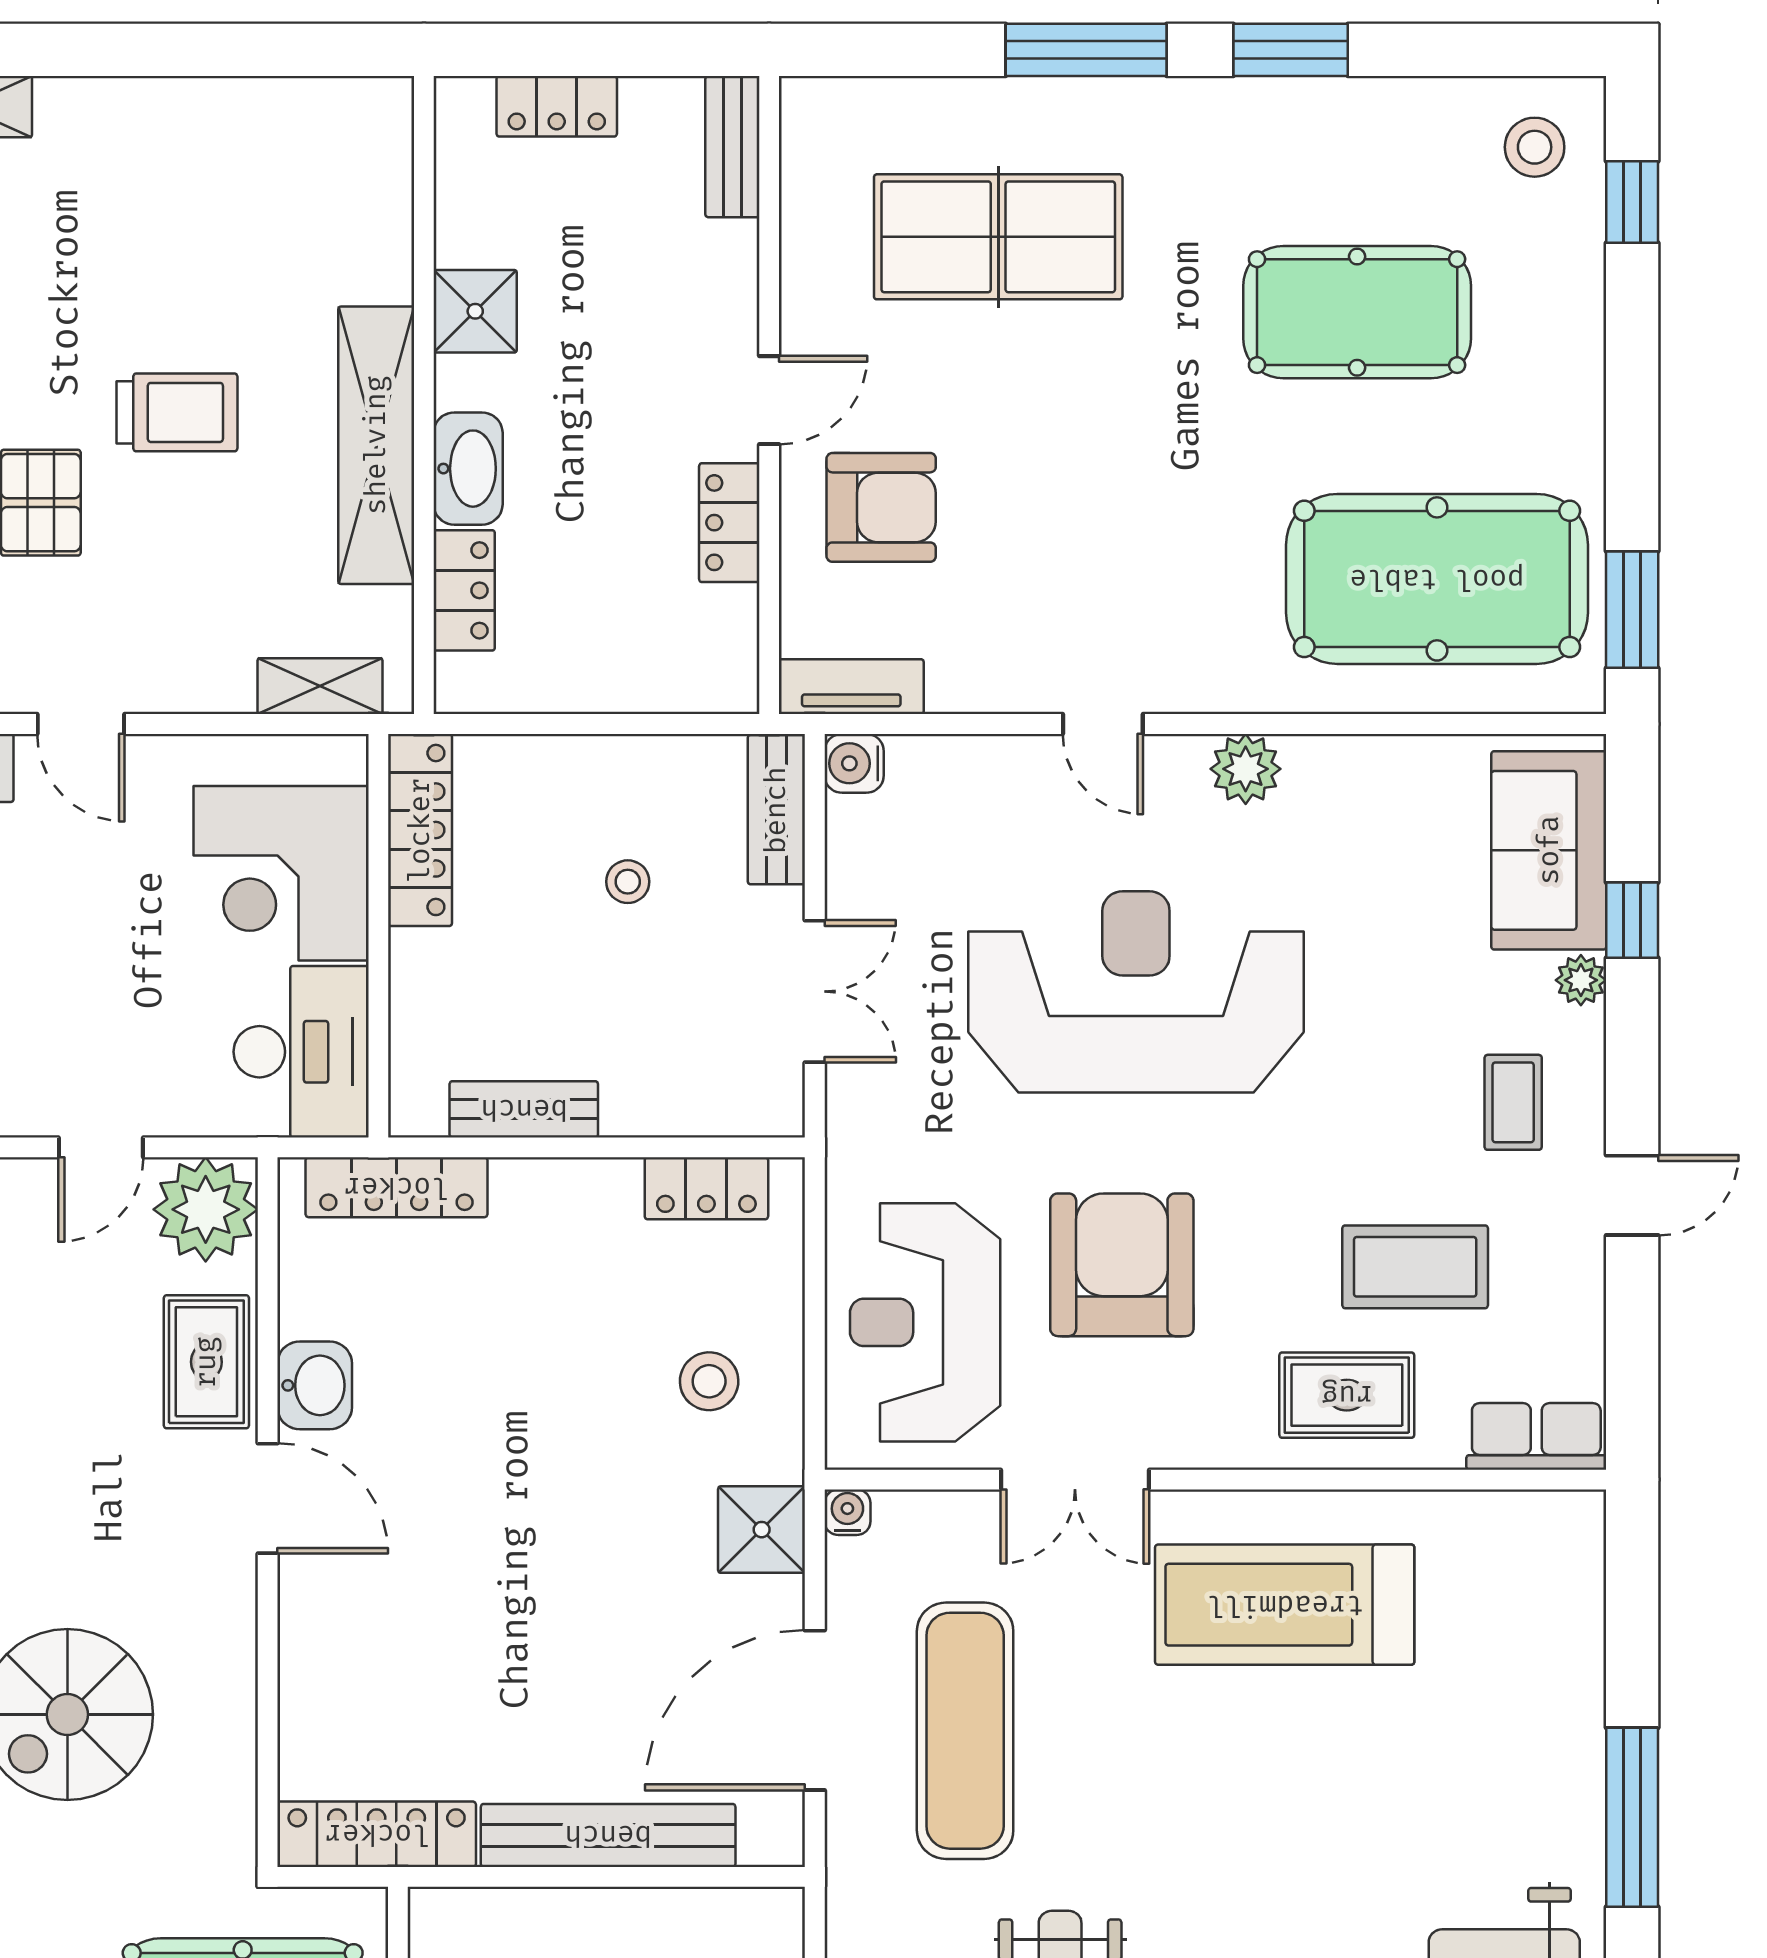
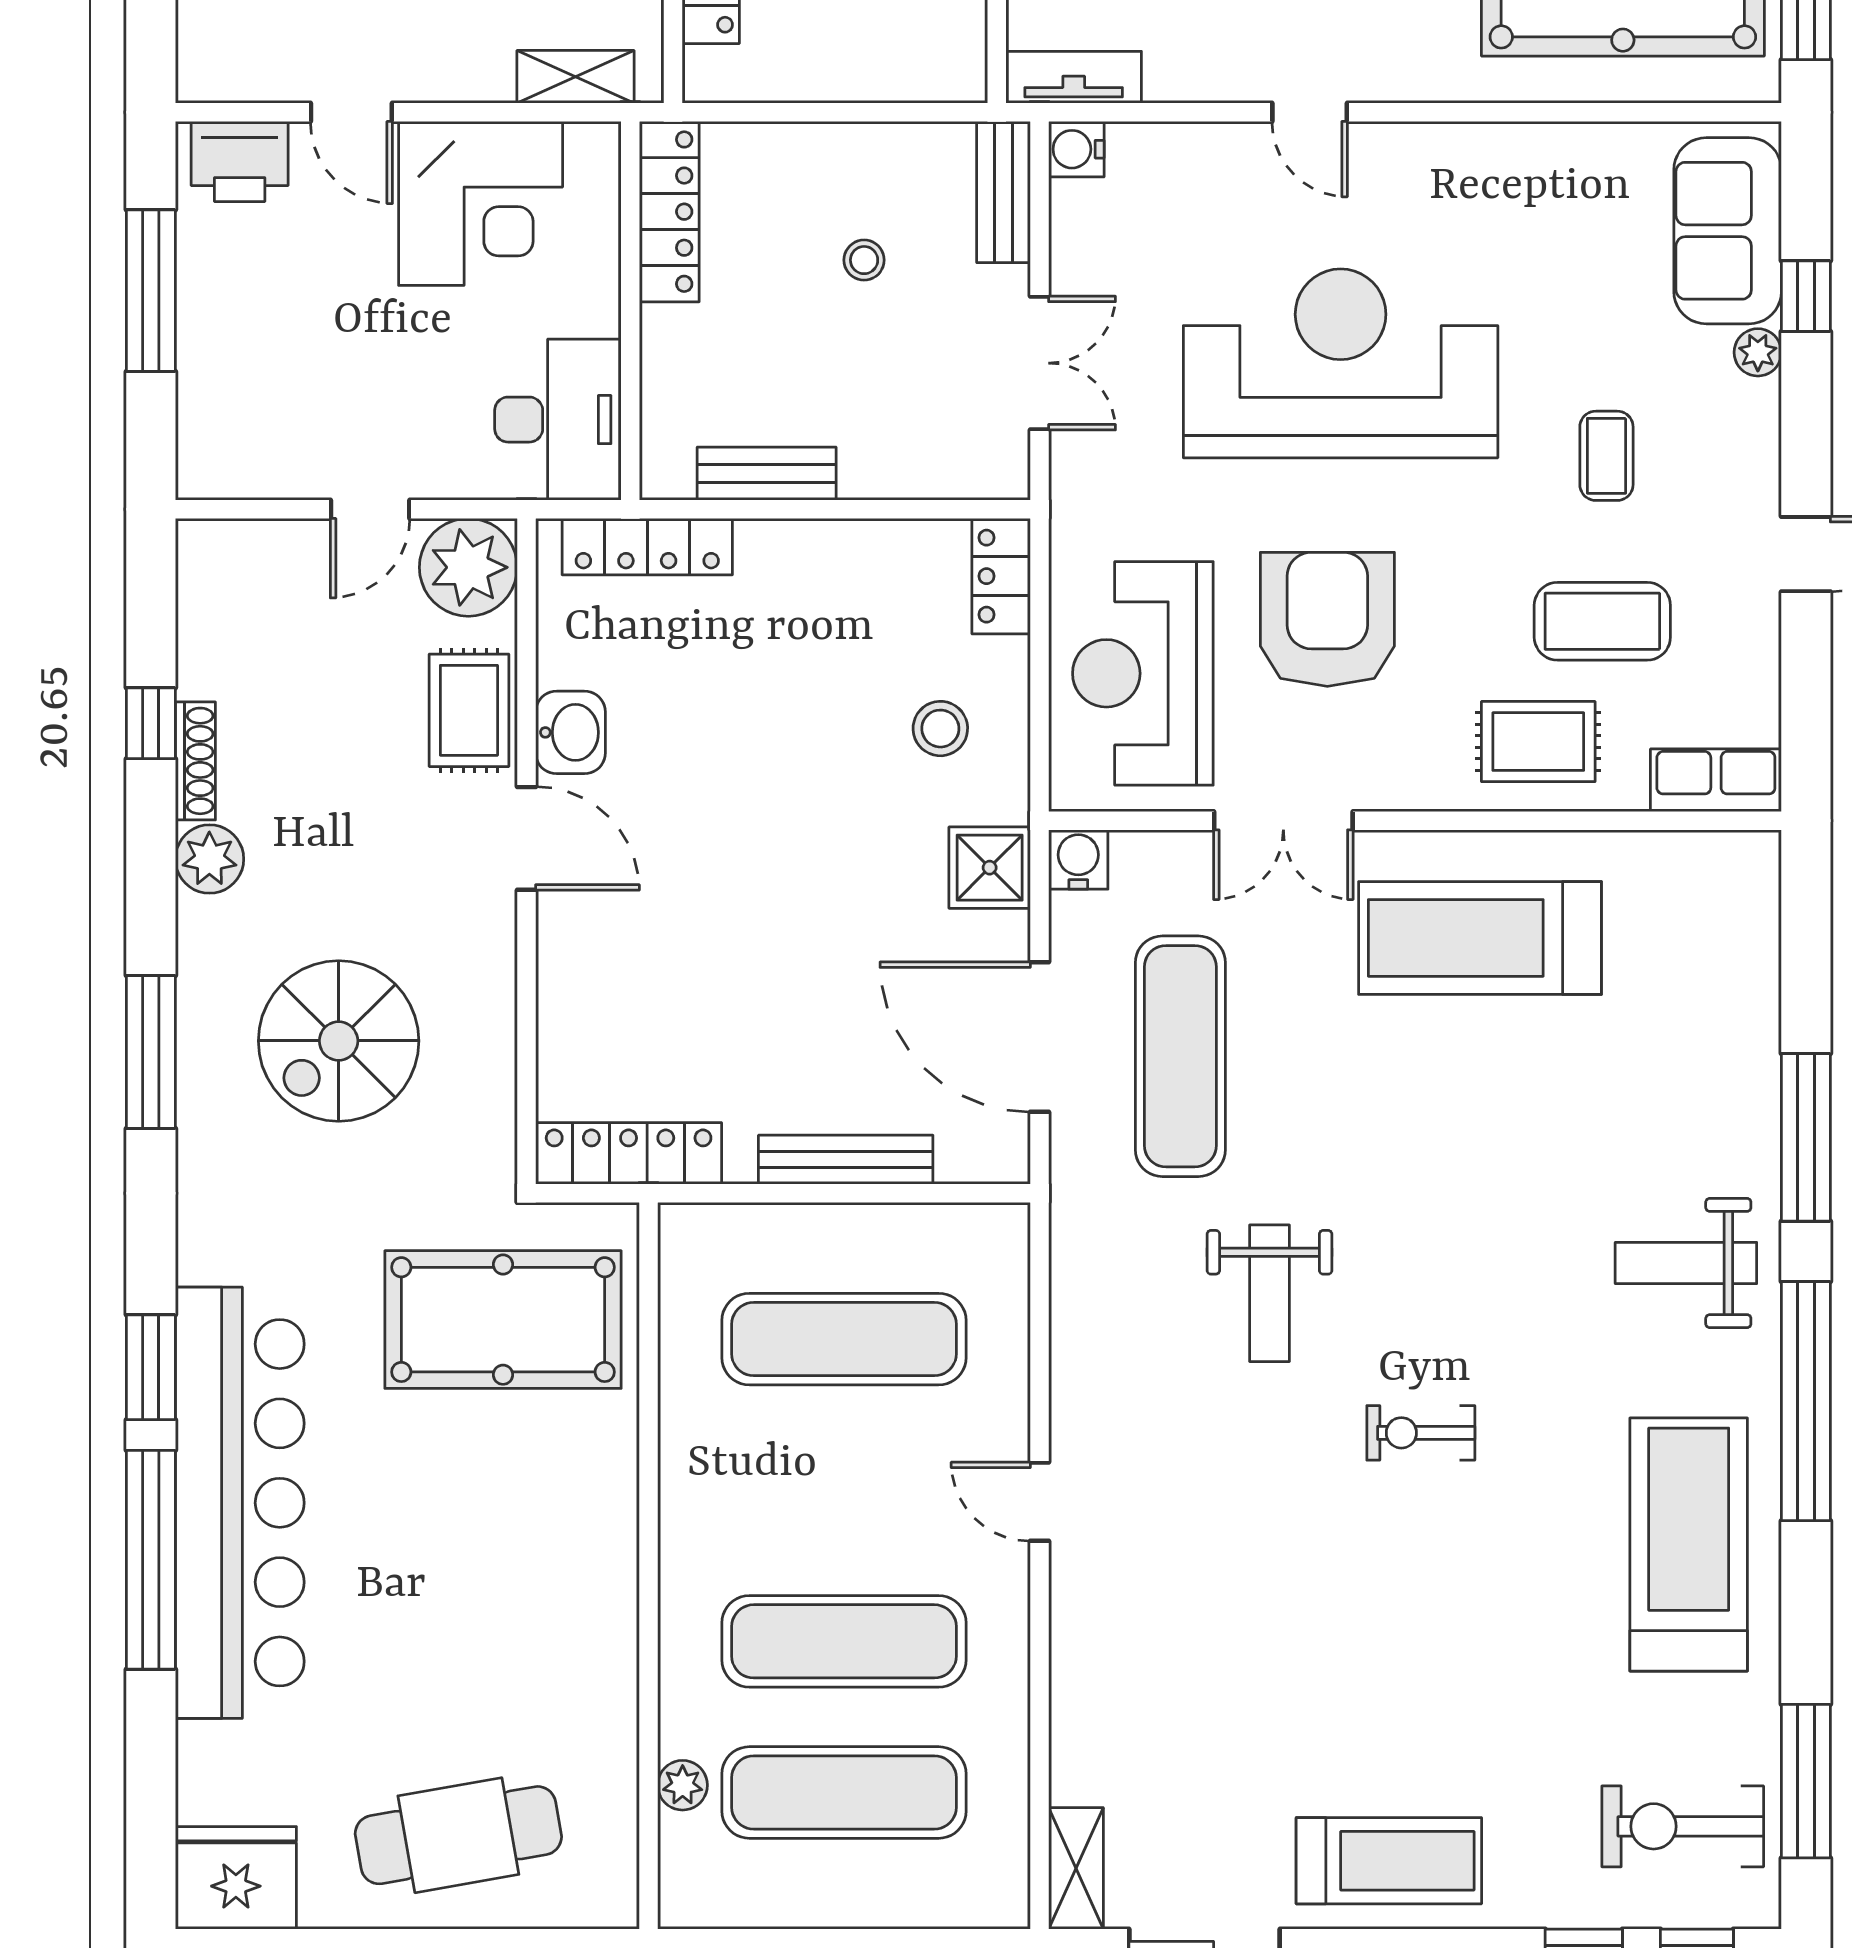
plant: (1246, 769) -> (1443, 154), removed
corner desk: (281, 873) -> (481, 203), moved, turned -90
coffee table: (1513, 1102) -> (1606, 456), moved
locker: (706, 1188) -> (1001, 576), moved, turned 90
water cooler: (847, 1512) -> (1078, 860), width x1.38, depth x1.38
door: (815, 1710) -> (1039, 1037), hinge flipped
bench: (608, 1835) -> (846, 1160), width x0.73, depth x0.82

